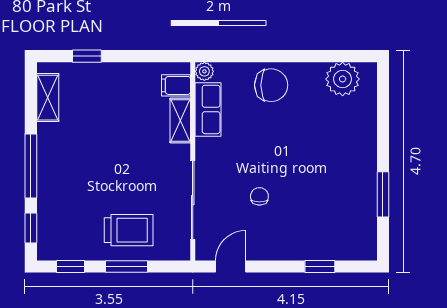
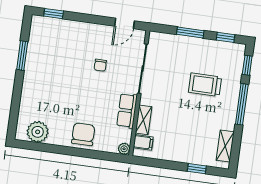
chair: (271, 85) -> (83, 134), turned 90
row of seats: (208, 109) -> (127, 111), moved
trolley: (129, 230) -> (205, 85), moved
window: (320, 266) -> (54, 14), moved

